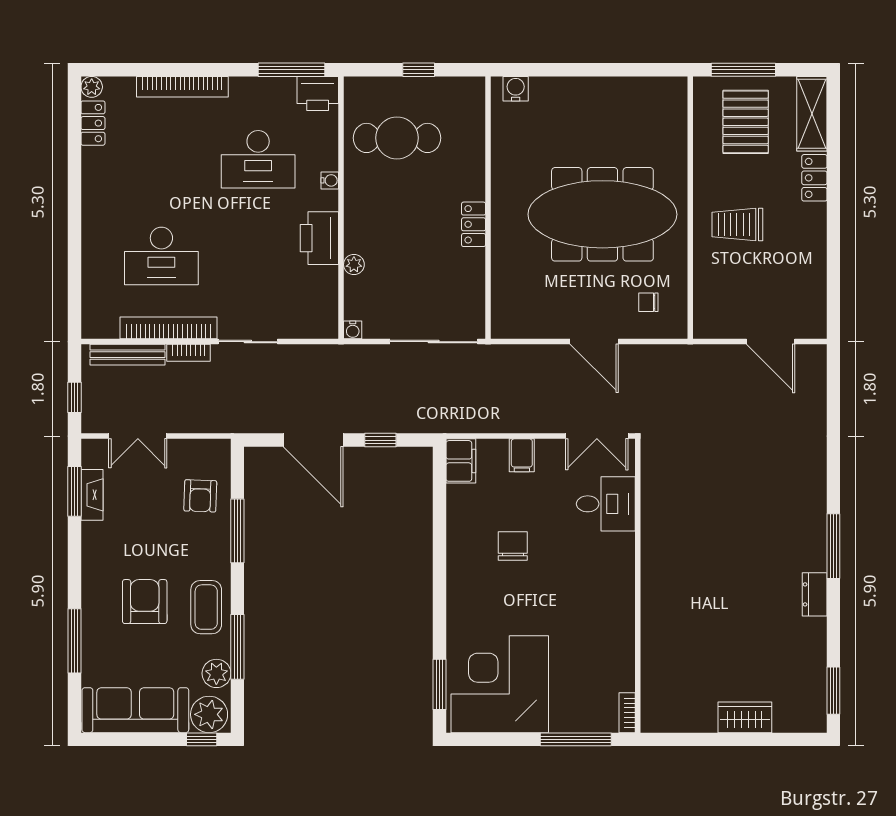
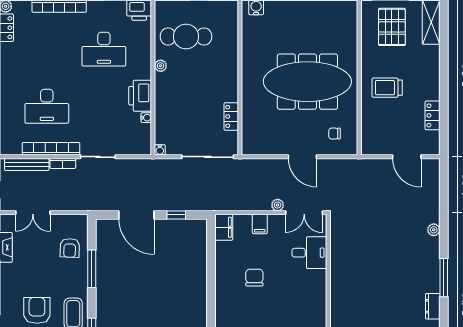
locker: (814, 178) -> (433, 115), moved
water cooler: (330, 180) -> (146, 118), moved
locker: (474, 224) -> (231, 116), moved
plant: (354, 265) -> (161, 66), moved
plant: (552, 423) -> (278, 205), added
plant: (816, 465) -> (434, 230), added

